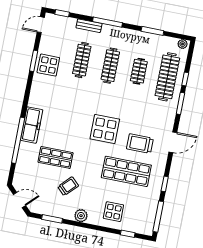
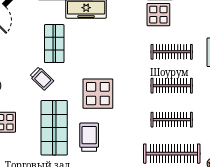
clothes rail: (139, 71) -> (172, 120), width x1.36
trolley: (68, 186) -> (42, 78), moved

